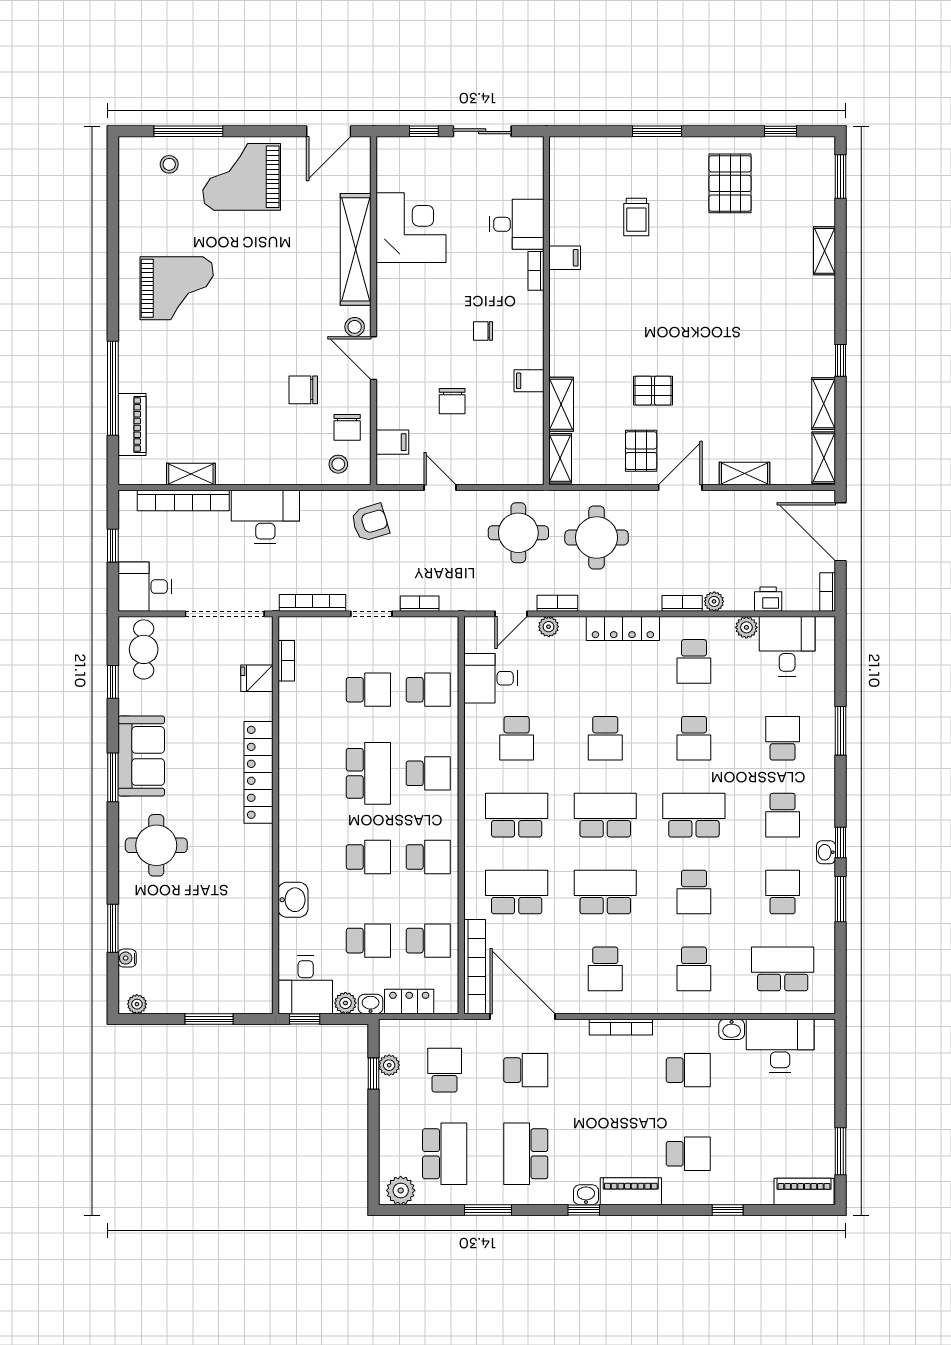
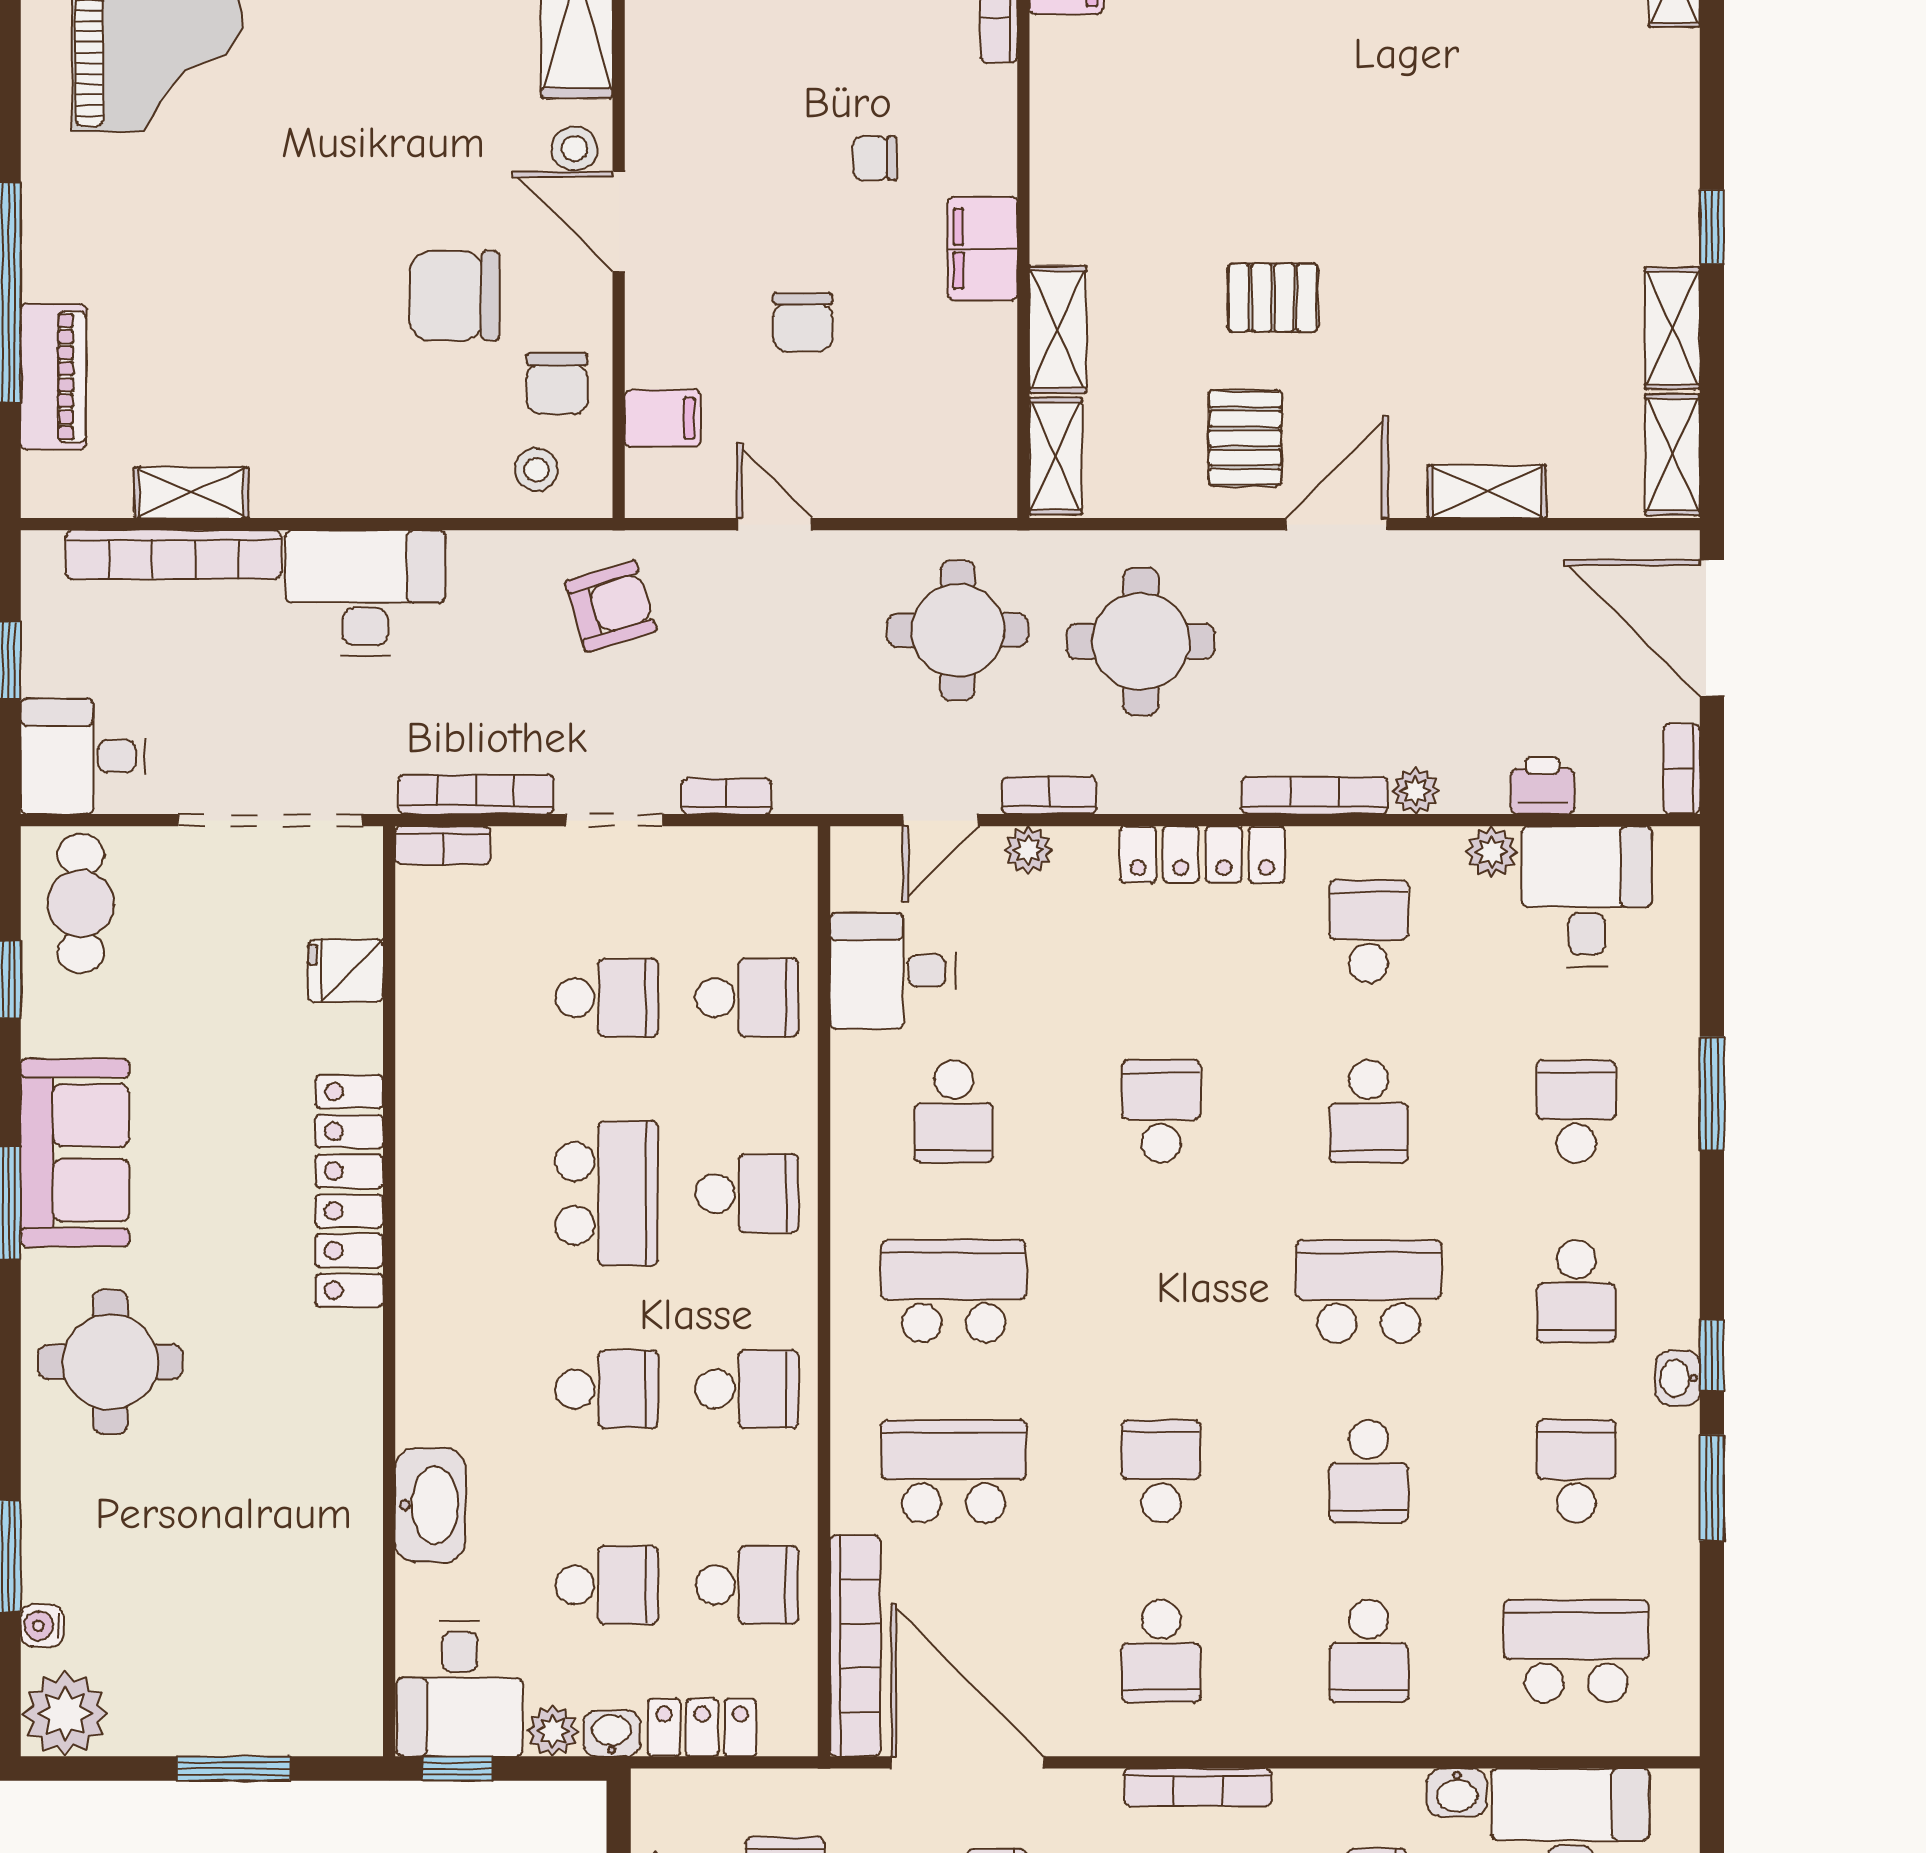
filing cabinet: (529, 381) -> (983, 249), width x2.00
chair: (303, 390) -> (454, 296), width x1.37, depth x1.37
bookcase: (682, 603) -> (1315, 795), width x1.56
bookcase: (286, 661) -> (443, 845), moved, turned 90
school desk: (694, 661) -> (1369, 931), turned 180
school desk: (605, 738) -> (1161, 1111), turned 180
school desk: (605, 815) -> (1161, 1291), removed
school desk: (605, 892) -> (1161, 1471), width x0.54
washbasin: (293, 900) -> (430, 1505), width x1.38
plant: (137, 1004) -> (65, 1714), width x1.88, depth x1.88

